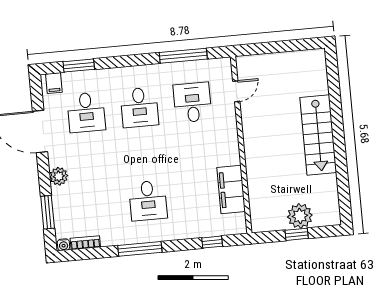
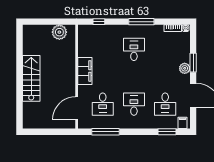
door: (236, 91) -> (77, 108), width x1.87
desk: (86, 112) -> (165, 104), turned 180
filing cabinet: (231, 189) -> (85, 71), moved
window: (48, 212) -> (193, 63), moved
plant: (300, 216) -> (59, 32), moved
window: (297, 234) -> (49, 22), removed

